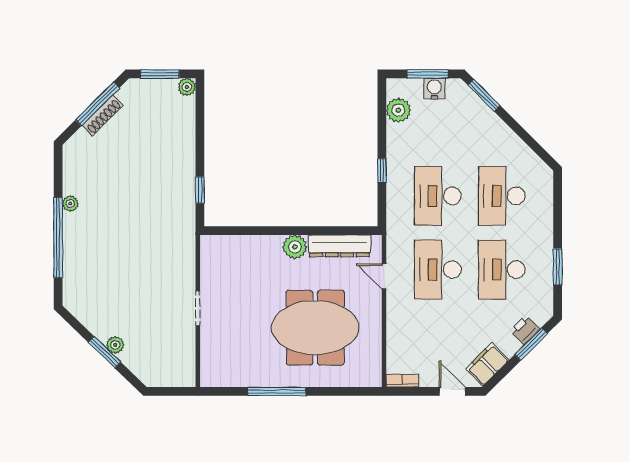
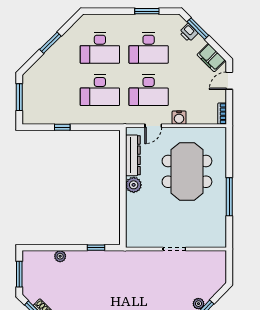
plant: (187, 87) -> (60, 256), moved
water cooler: (434, 88) -> (179, 118), moved, turned -90
window: (484, 95) -> (50, 43), moved
plant: (398, 110) -> (43, 116), removed
window: (382, 170) -> (62, 127), moved

